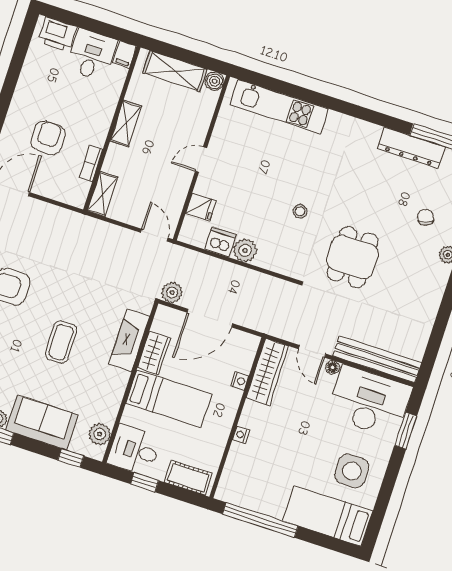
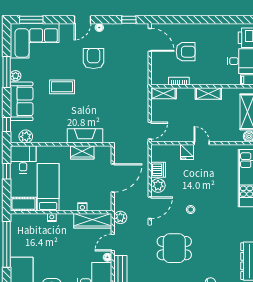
fridge: (201, 207) -> (187, 152), moved
door: (276, 275) -> (150, 208), added
plant: (172, 292) -> (120, 217), moved
door: (210, 318) -> (113, 178), swing flipped
coffee table: (61, 342) -> (62, 87), moved
bed: (169, 399) -> (48, 187), moved, turned 180
cot: (188, 478) -> (23, 204), moved, turned 90

